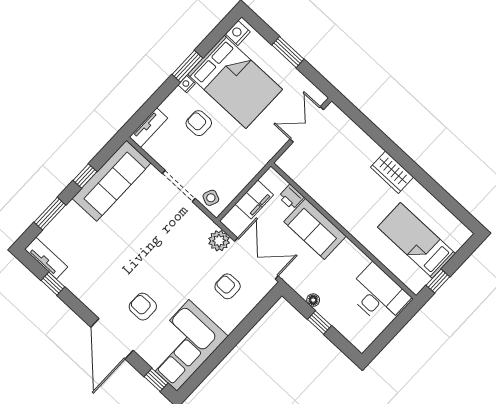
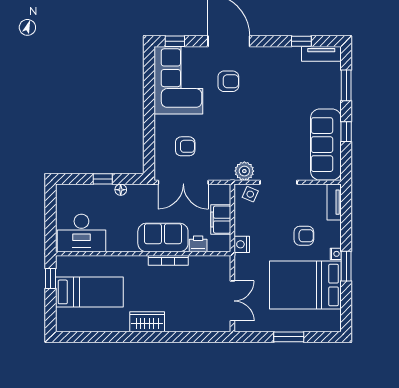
nightstand: (238, 33) -> (242, 244), moved, turned 180
bookcase: (328, 206) -> (168, 260), added
plant: (219, 241) -> (244, 171), moved

